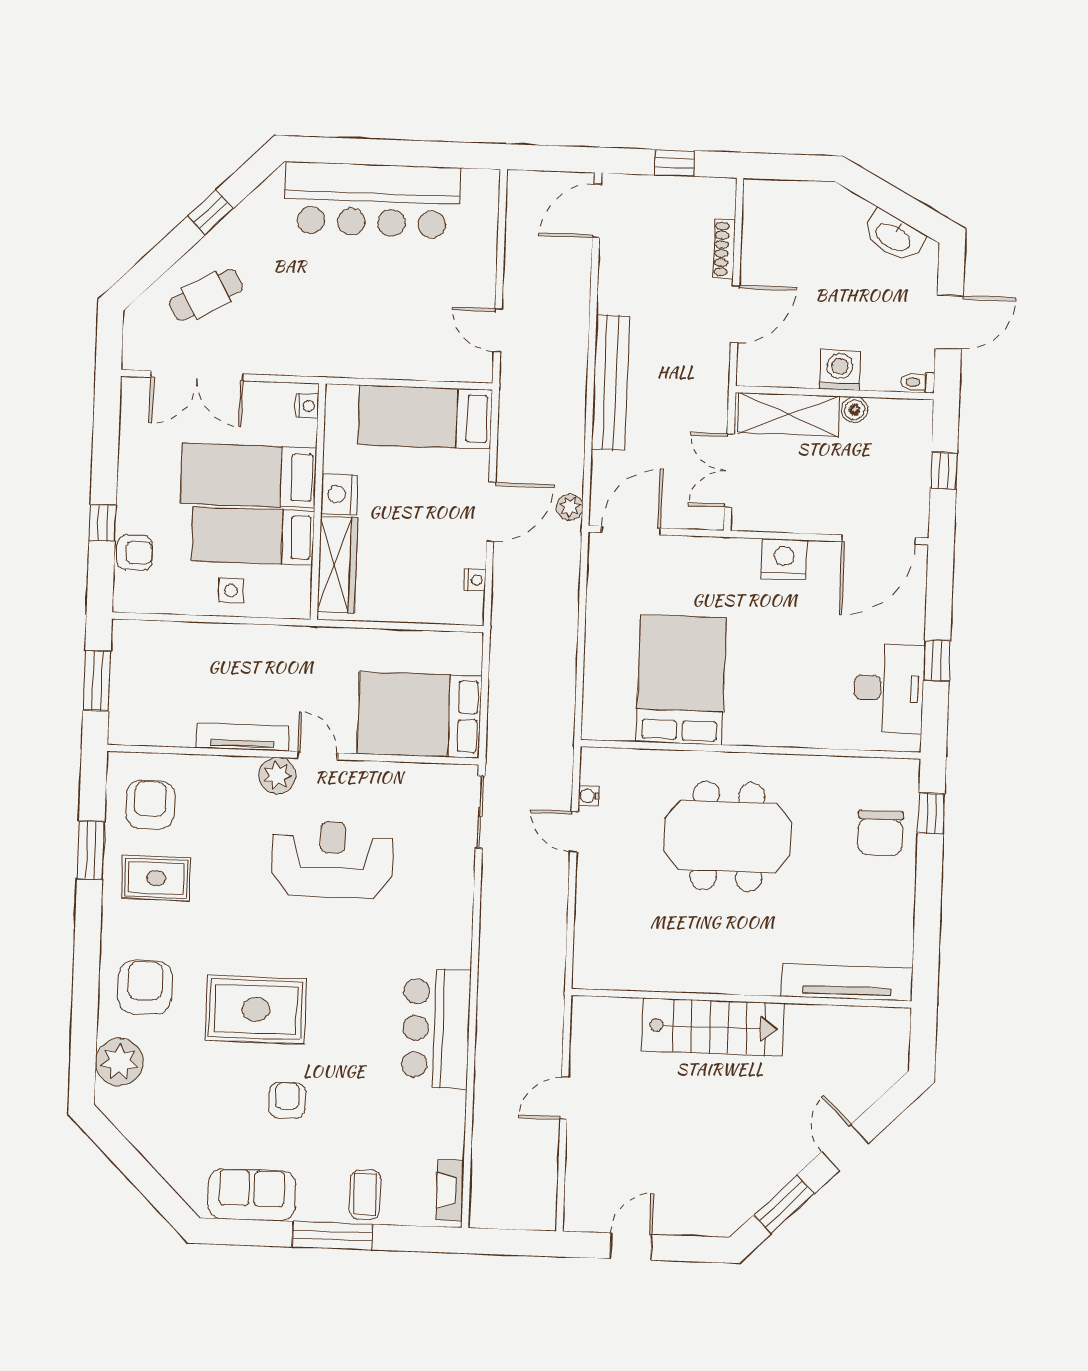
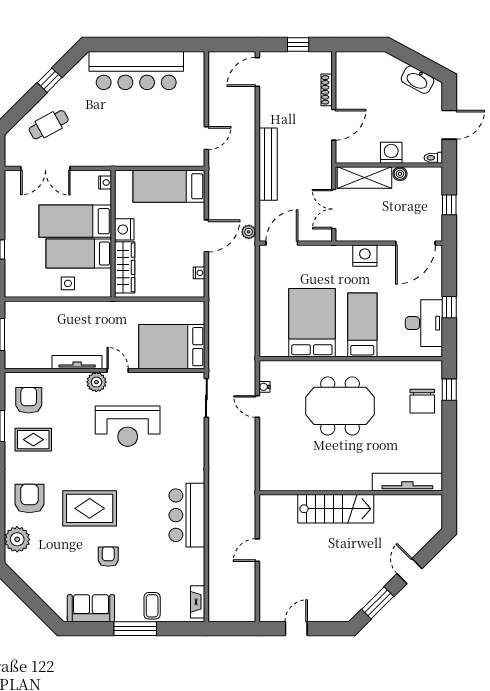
door: (498, 330) -> (206, 138), swing flipped
armchair: (135, 553) -> (15, 265), removed
bed: (774, 687) -> (362, 325), added
reception desk: (332, 859) -> (128, 426), turned 180

